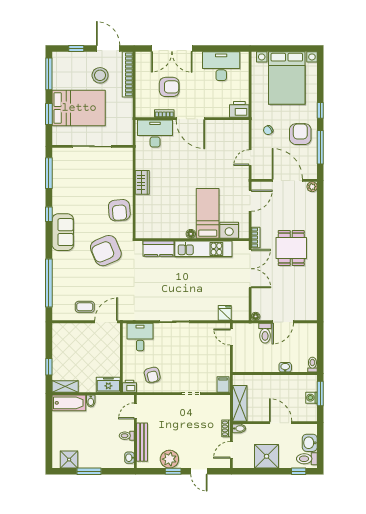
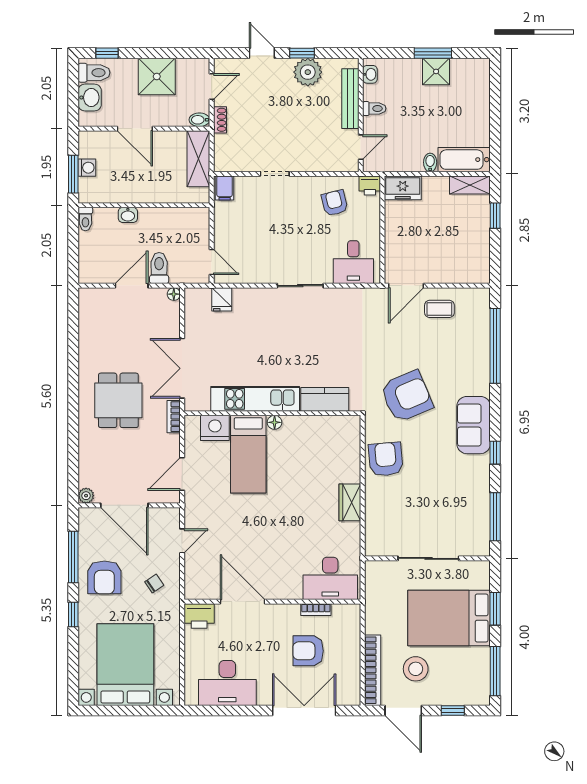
door: (190, 119) -> (243, 602), moved
shower: (69, 460) -> (436, 71), moved

